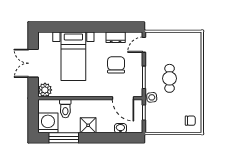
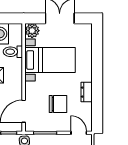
dresser: (116, 37) -> (87, 92), moved
bed with nightstands: (73, 56) -> (50, 60), moved, turned 180

